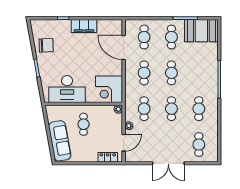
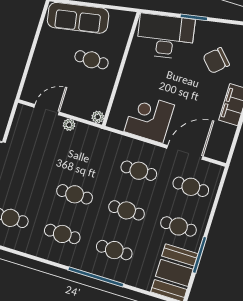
chair: (46, 45) -> (216, 61), moved, turned 50
desk: (67, 89) -> (165, 36), moved, turned 80
corner desk: (109, 89) -> (149, 118), moved
cafe table: (144, 109) -> (114, 250), moved
door: (124, 143) -> (47, 110), swing flipped
locker: (108, 157) -> (33, 80), removed

